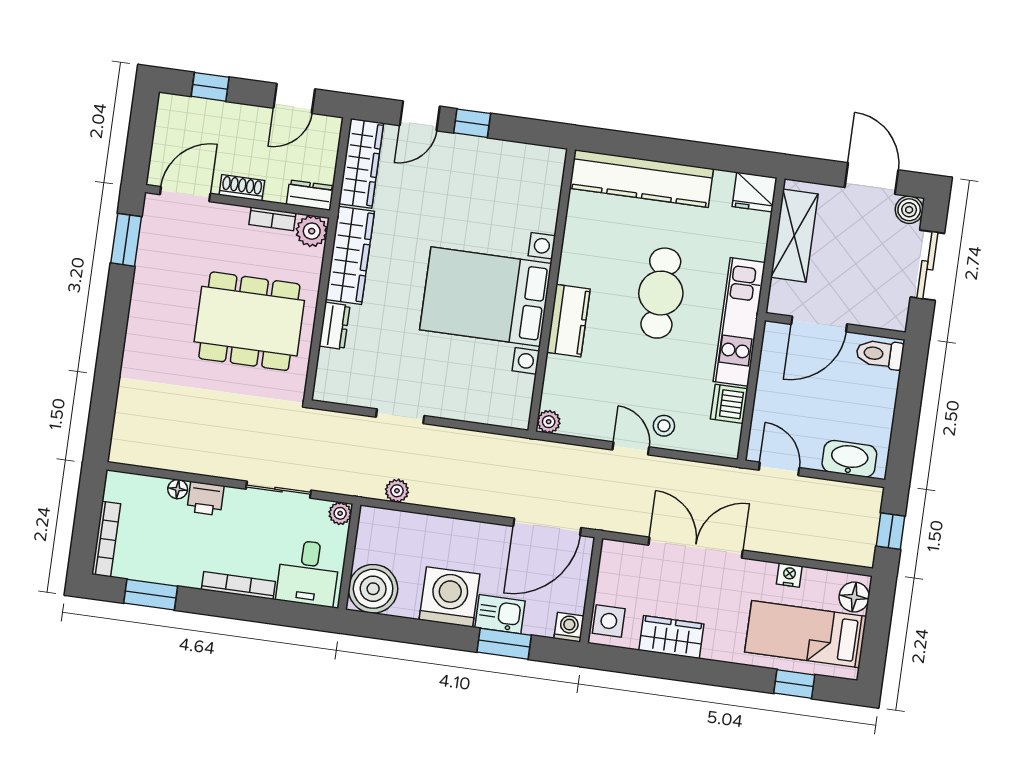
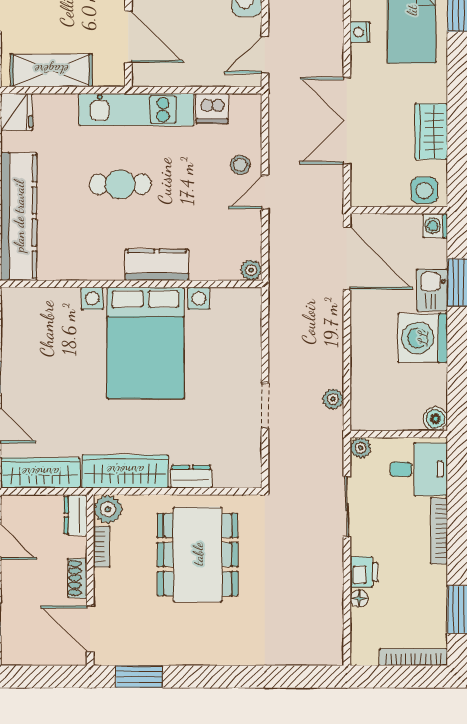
cafe table: (661, 293) -> (120, 184), width x0.73, depth x0.74
boiler: (373, 589) -> (435, 419), width x0.54, depth x0.54

